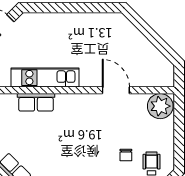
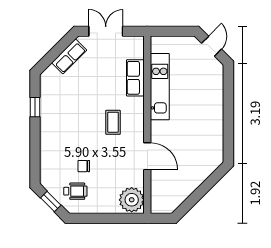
door: (116, 90) -> (147, 156), hinge flipped
coffee table: (81, 125) -> (113, 122), added

